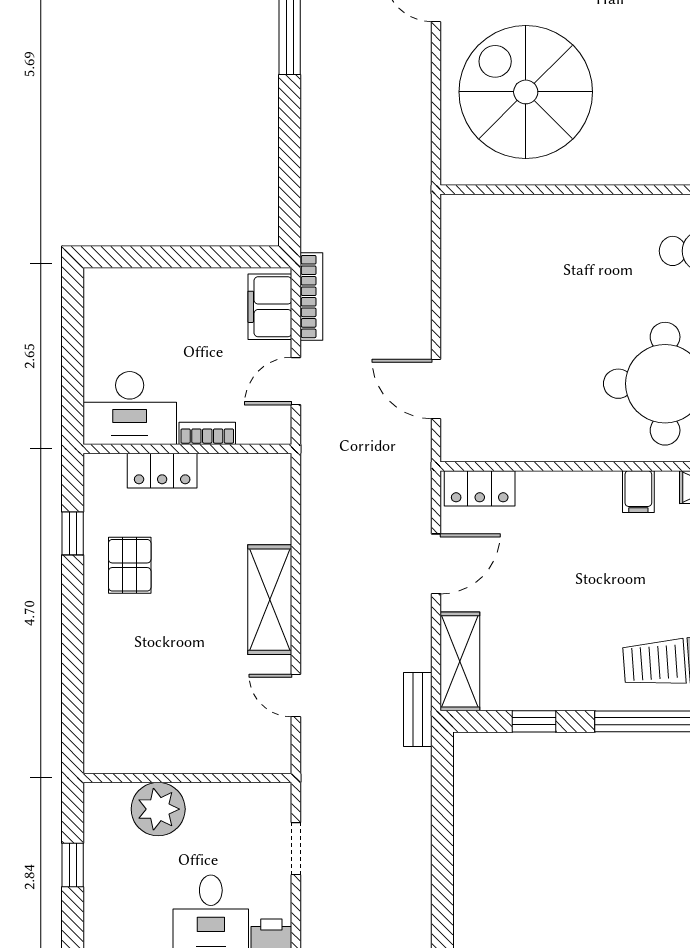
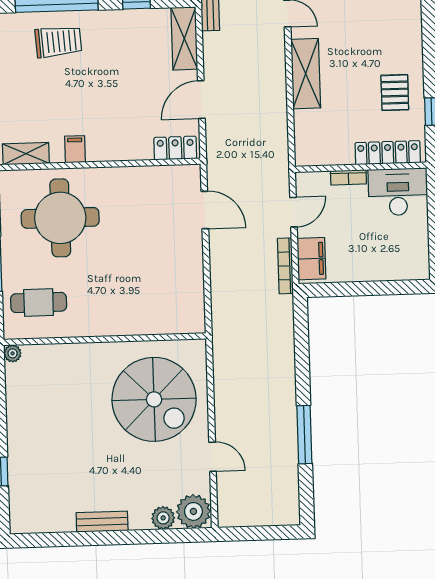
locker: (162, 471) -> (388, 153), width x1.53

